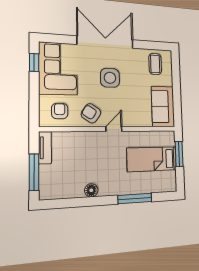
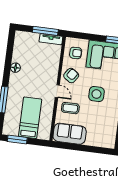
coffee table: (155, 64) -> (70, 108), moved
window: (179, 154) -> (17, 139), moved
window: (34, 172) -> (45, 31), moved

